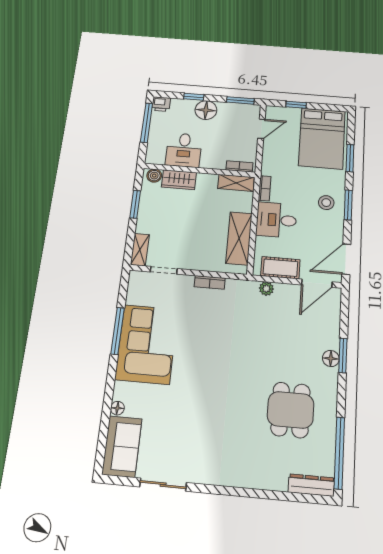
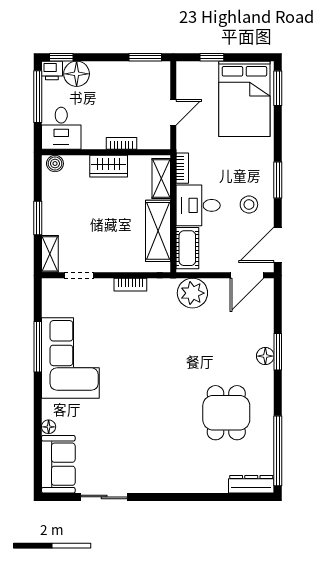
window: (194, 97) -> (61, 57), moved
floor lamp: (206, 110) -> (77, 74), moved
door: (261, 129) -> (173, 112), moved
desk: (184, 150) -> (61, 128), moved
window: (350, 158) -> (278, 88), moved
bookcase: (239, 166) -> (121, 143), moved
wardrobe: (179, 180) -> (109, 166), moved
shelving: (236, 183) -> (161, 178), moved, turned 90
stool: (326, 203) -> (249, 205), moved
window: (135, 204) -> (38, 218), moved
cot: (280, 268) -> (187, 248), moved, turned 90
plant: (266, 289) -> (192, 293), width x1.88, depth x1.88

